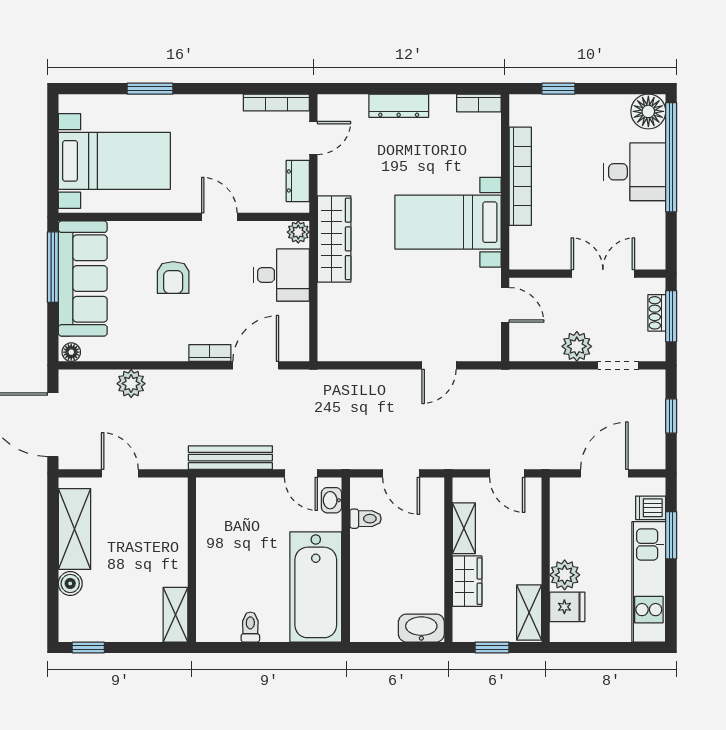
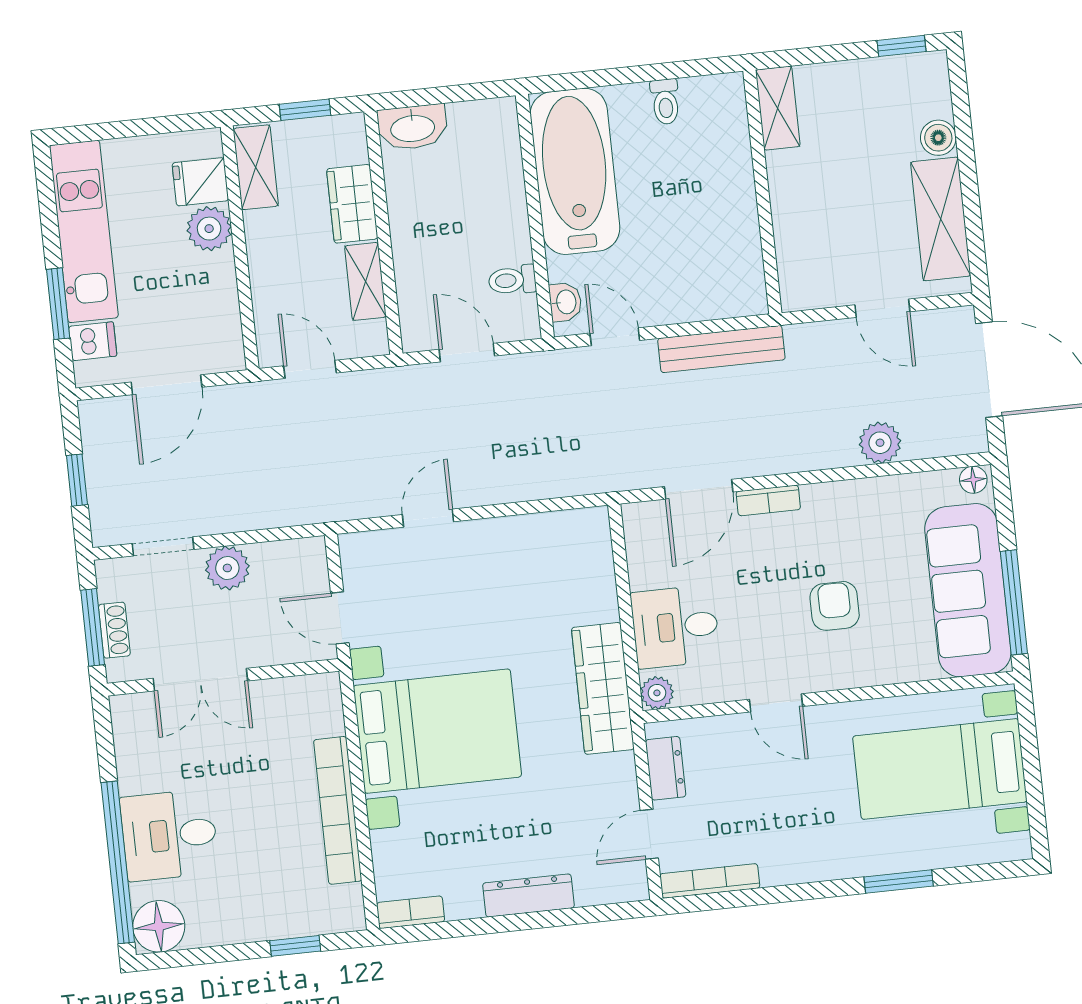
bed with nightstands: (448, 222) -> (437, 731), width x1.36

